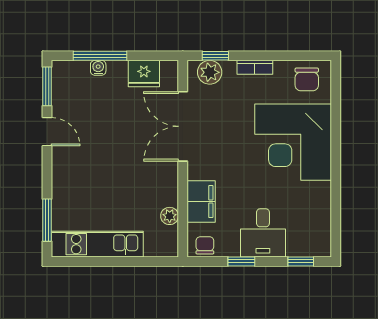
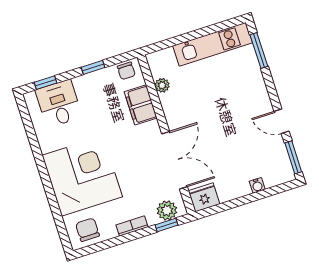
window: (100, 56) -> (259, 195), removed
fridge: (144, 74) -> (204, 197), moved
desk: (263, 233) -> (59, 104), moved

